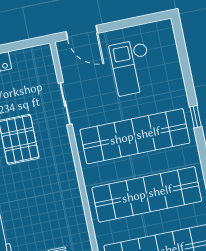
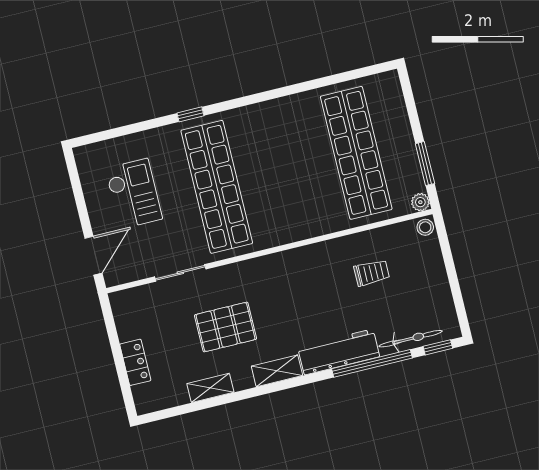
checkout: (132, 67) -> (134, 194), turned -90
shop shelf: (147, 194) -> (286, 170), removed

